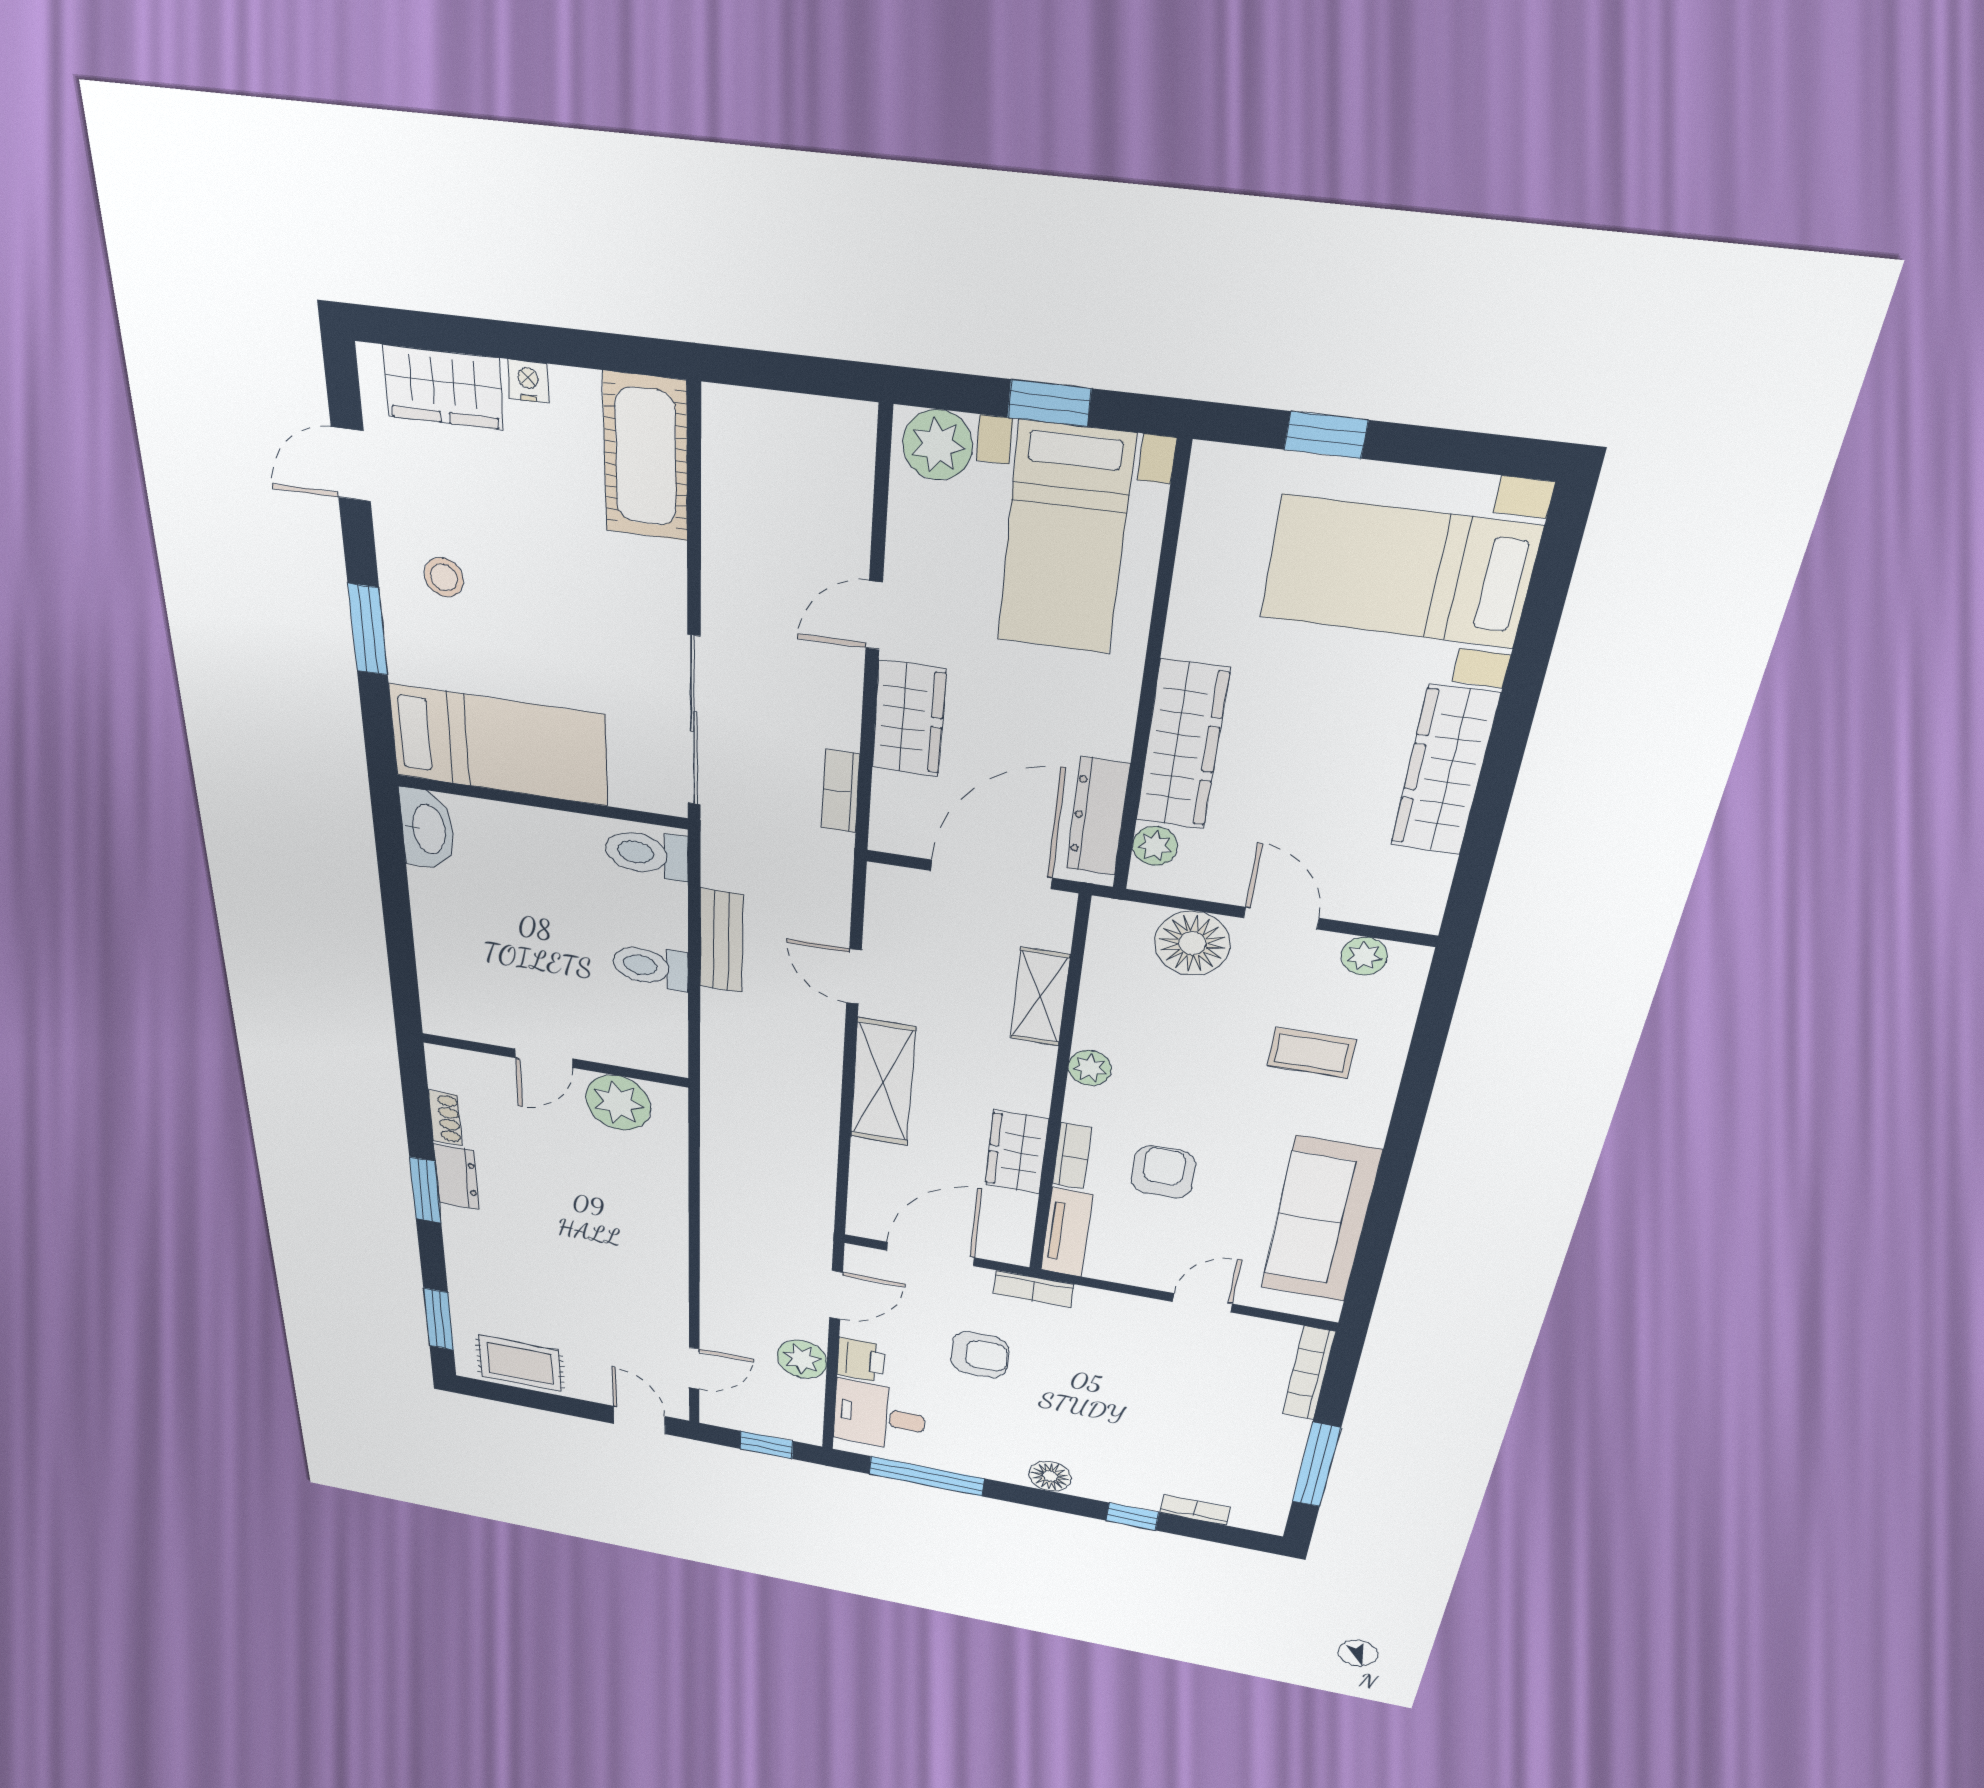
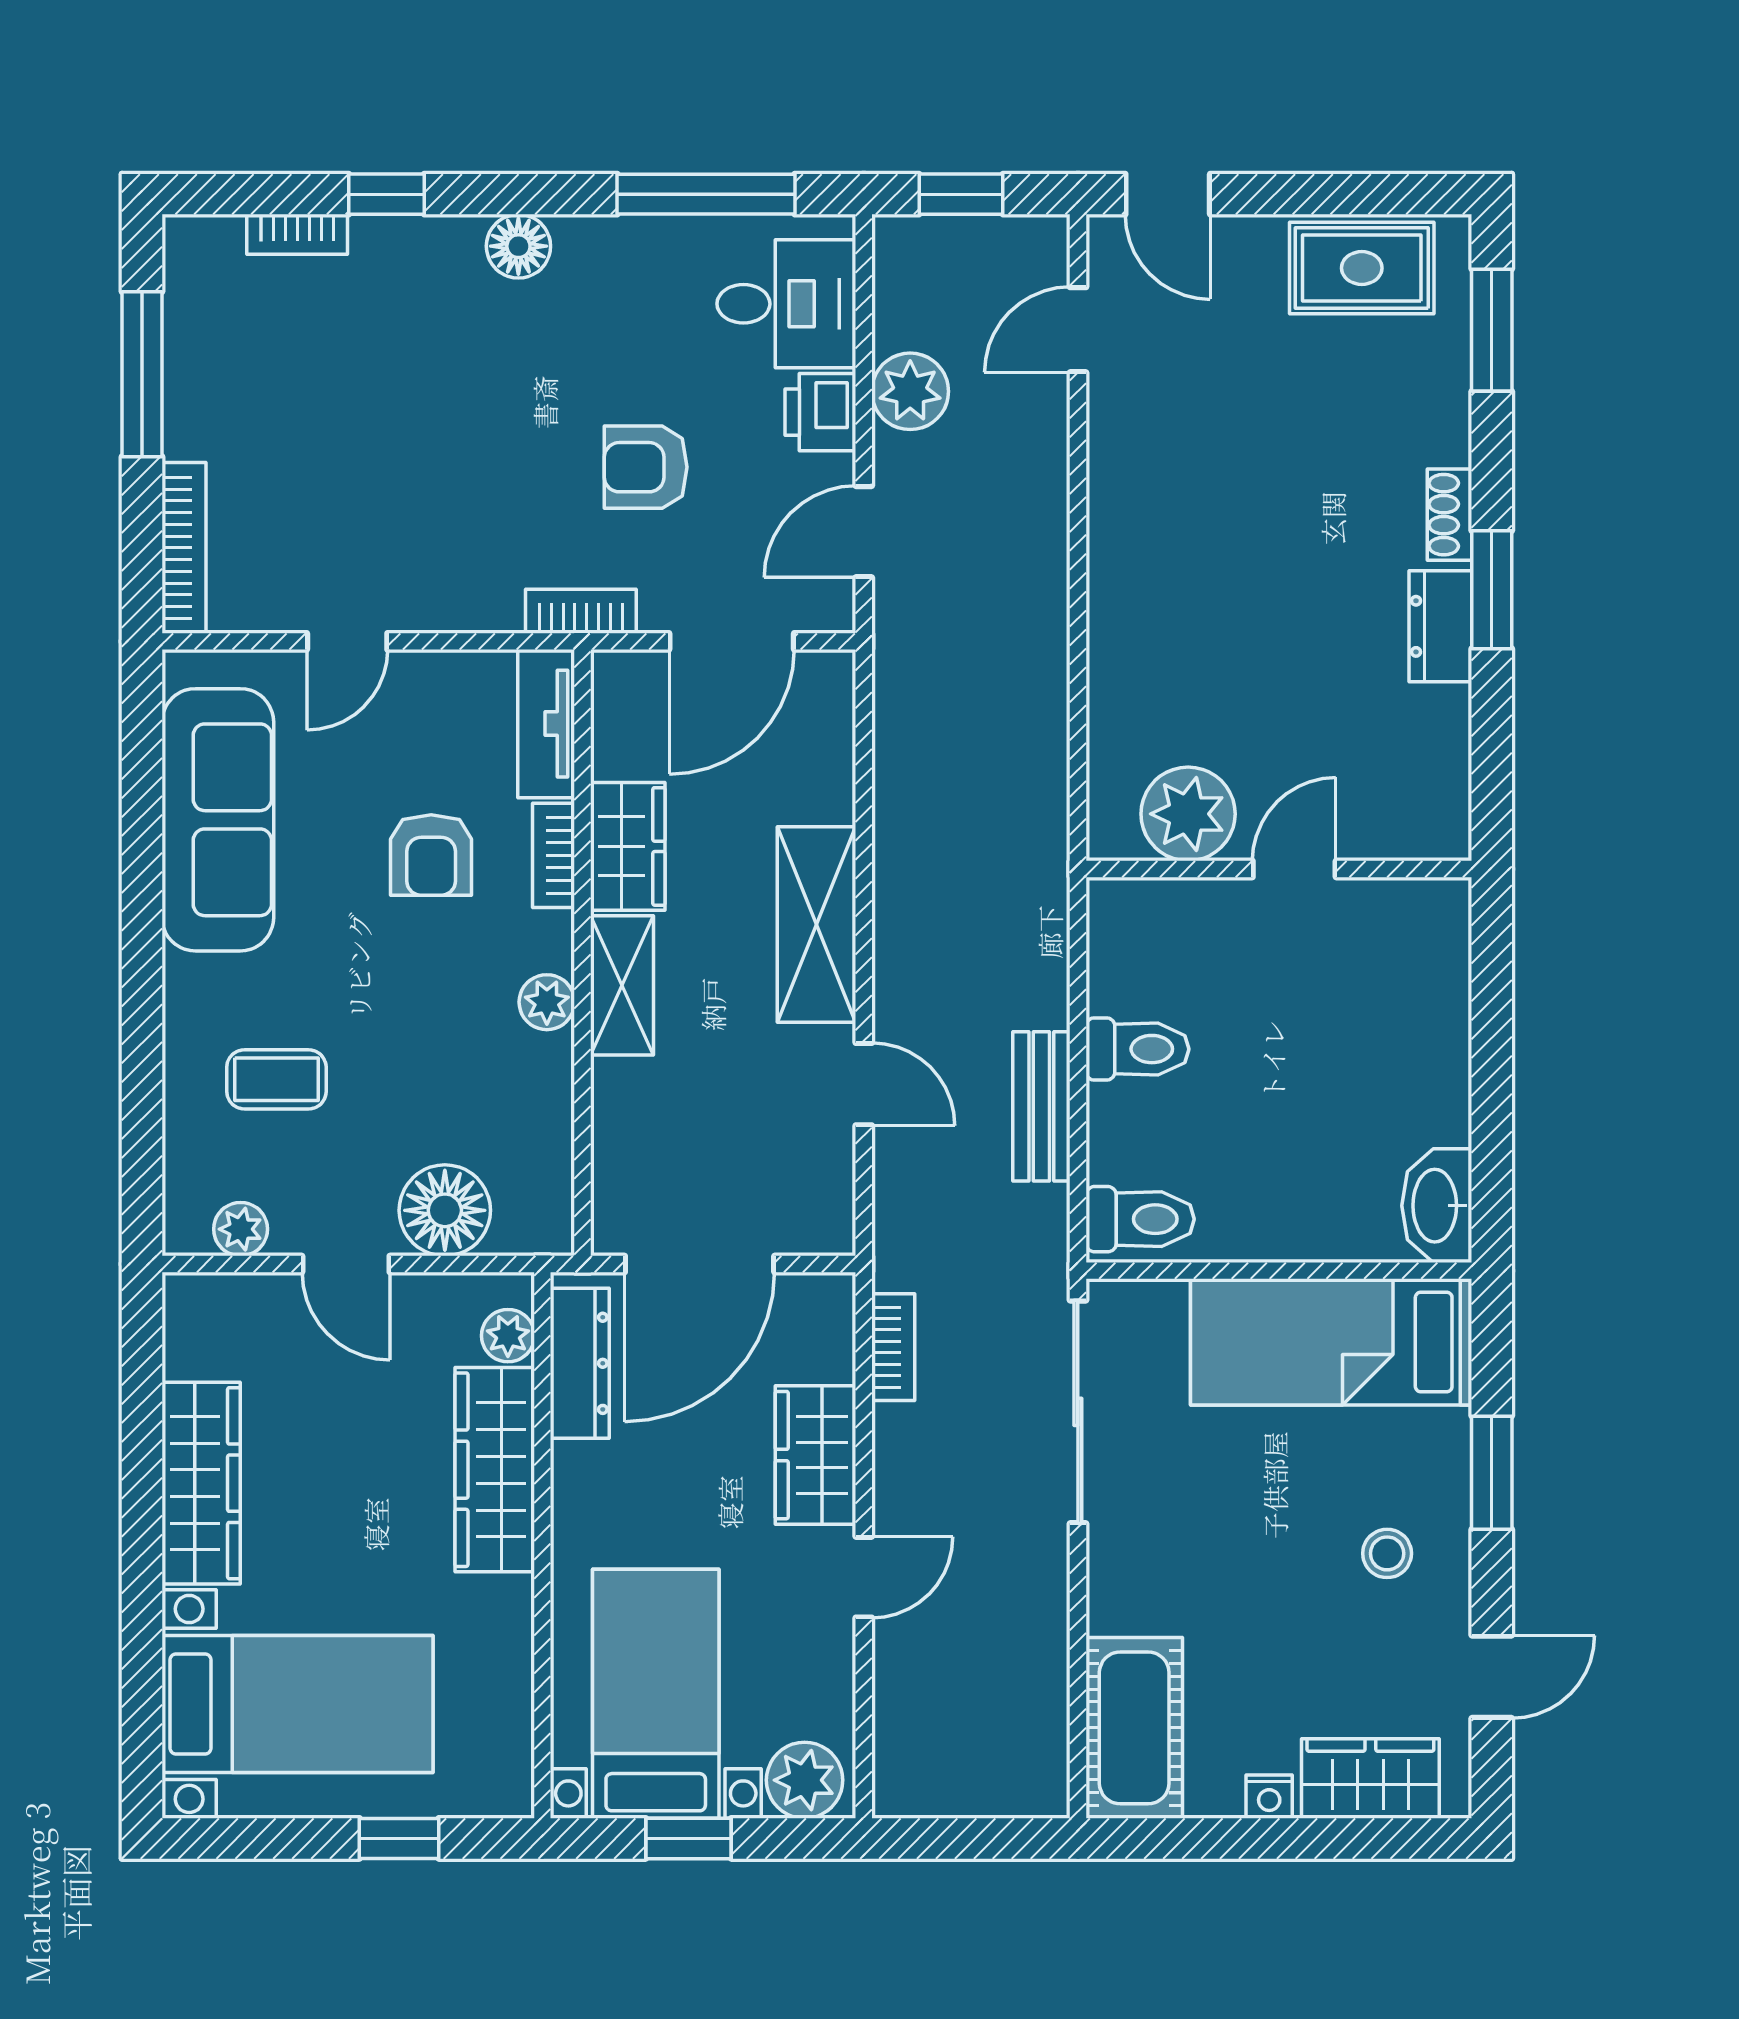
shelving: (1040, 997) -> (622, 985), moved
shoe rack: (445, 1118) -> (1449, 515), moved

